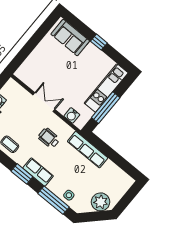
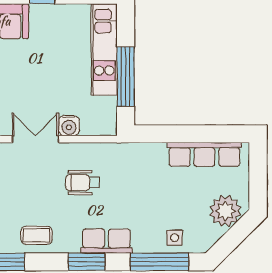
water cooler: (72, 115) -> (69, 126), moved
row of seats: (88, 150) -> (204, 154), moved

